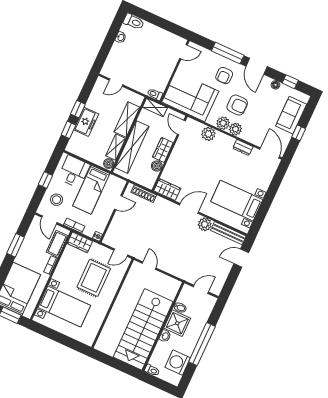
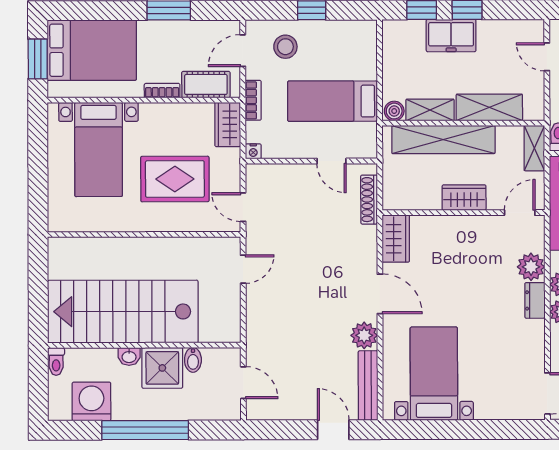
dresser: (243, 148) -> (535, 300), moved
boiler: (157, 166) -> (430, 200), removed
desk: (74, 172) -> (351, 55), removed

